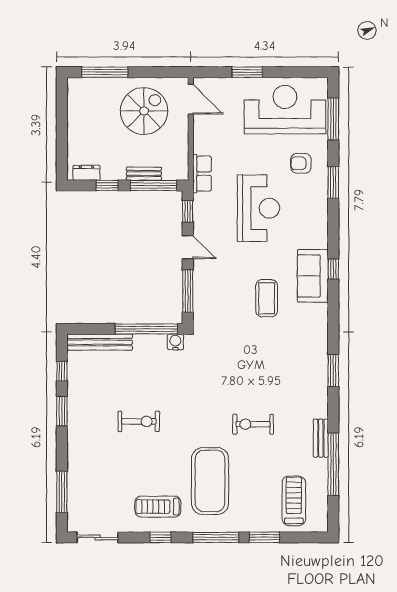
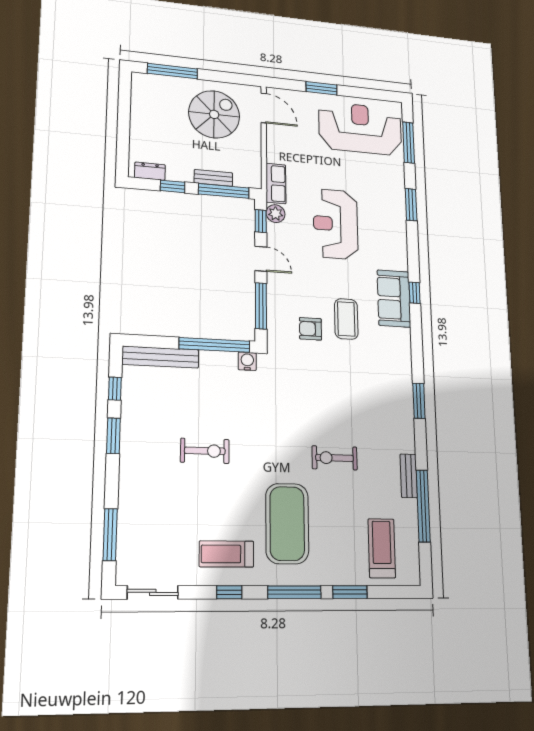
armchair: (301, 163) -> (311, 329), moved
plant: (202, 203) -> (276, 214), added
reception desk: (258, 208) -> (336, 224), turned 180

